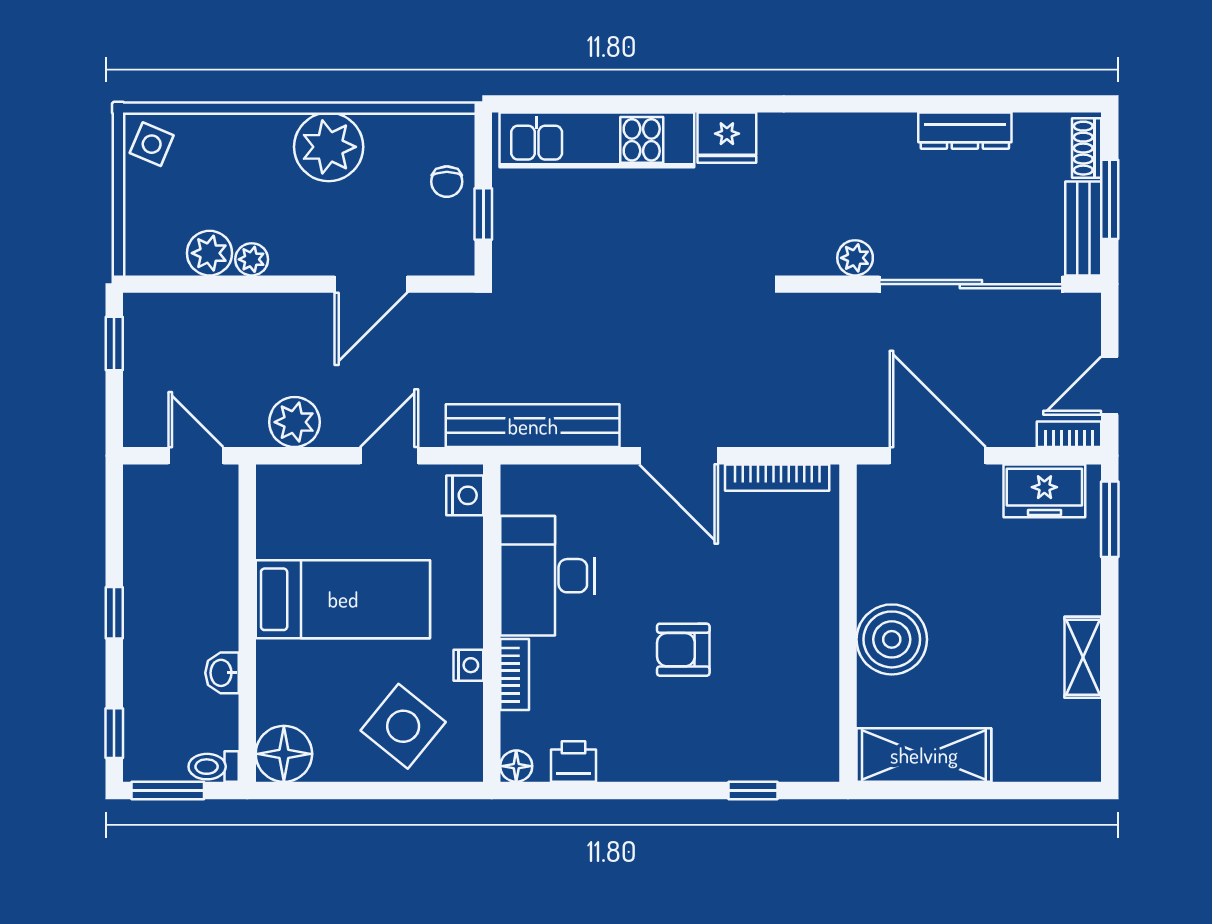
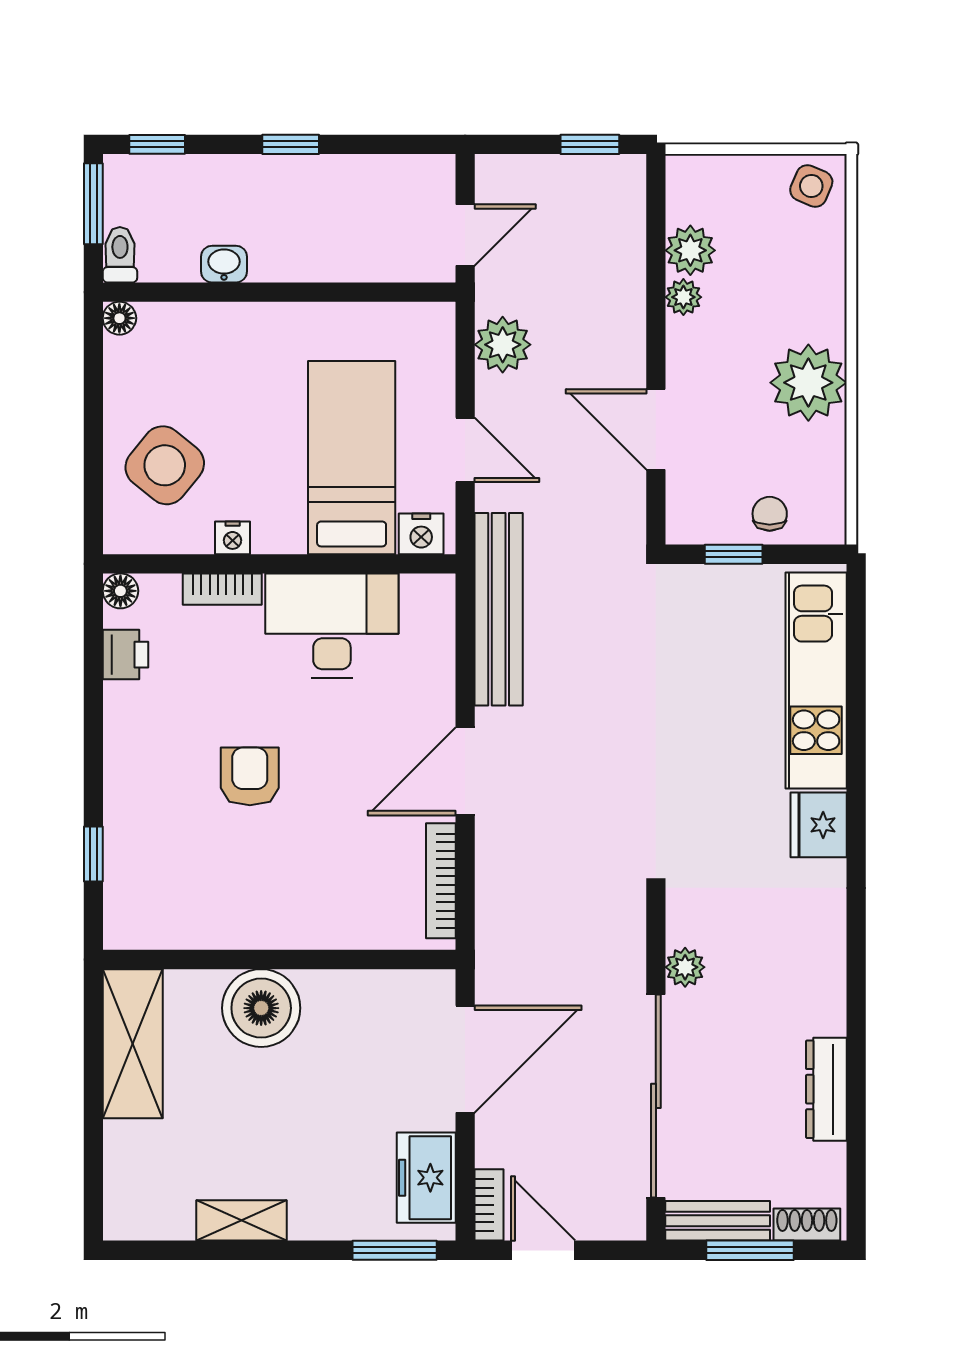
chair: (447, 182) -> (770, 514), turned 90
bed: (343, 599) -> (352, 458), moved, turned 180
floor lamp: (284, 754) -> (119, 318), width x0.53, depth x0.53

